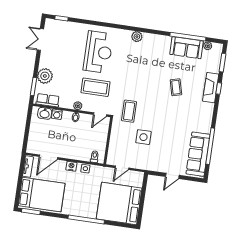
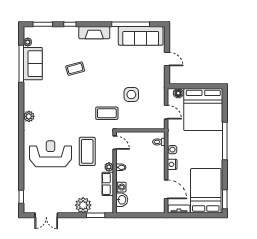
fireplace: (211, 88) -> (94, 33), moved
row of seats: (48, 100) -> (108, 184), moved
floor lamp: (138, 182) -> (178, 93), added

